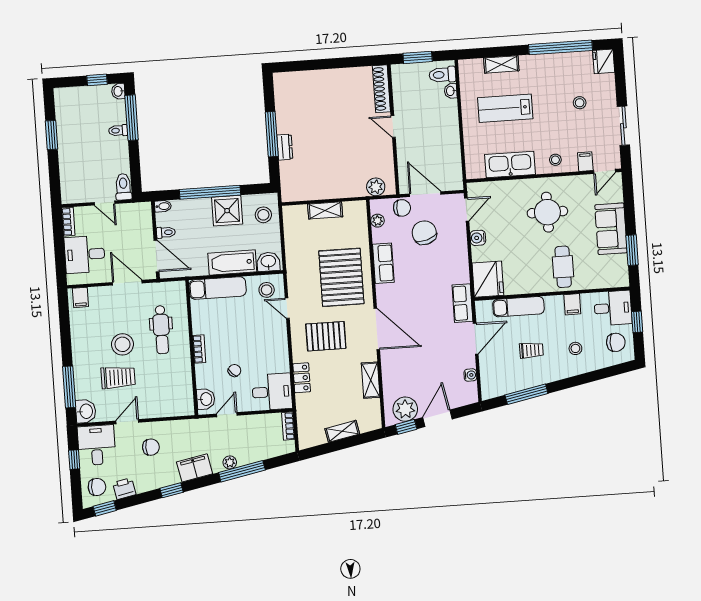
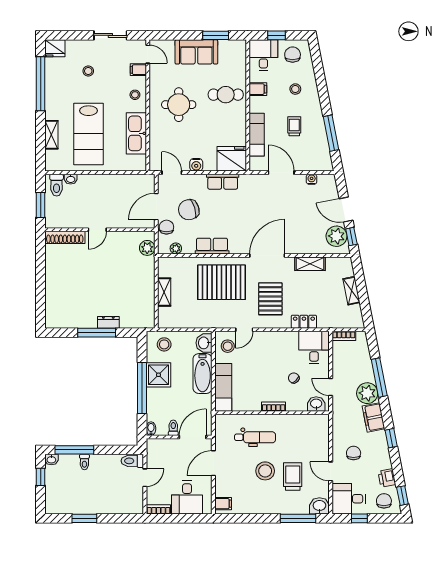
lab bench: (505, 108) -> (88, 134), width x1.36, depth x1.39
row of seats: (462, 303) -> (223, 182), moved
plant: (230, 462) -> (367, 393), width x1.88, depth x1.88

